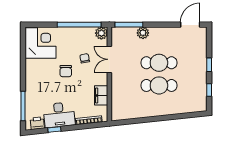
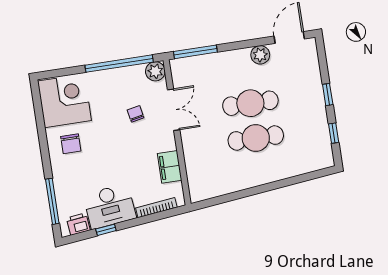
plant: (143, 33) -> (260, 55), moved
double door: (109, 59) -> (174, 110), swing flipped
chair: (66, 71) -> (71, 144), moved

